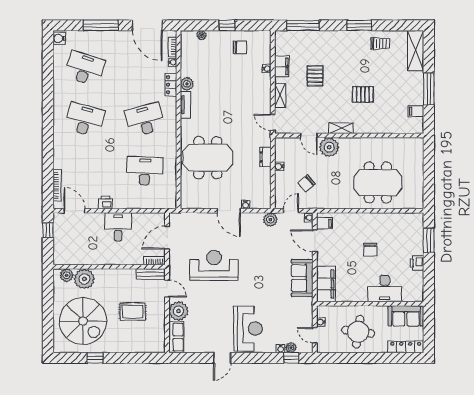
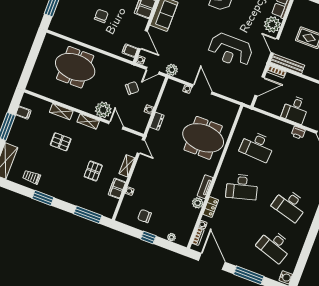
shelving: (375, 128) -> (61, 112), added
bench: (151, 274) -> (288, 64), width x1.36

